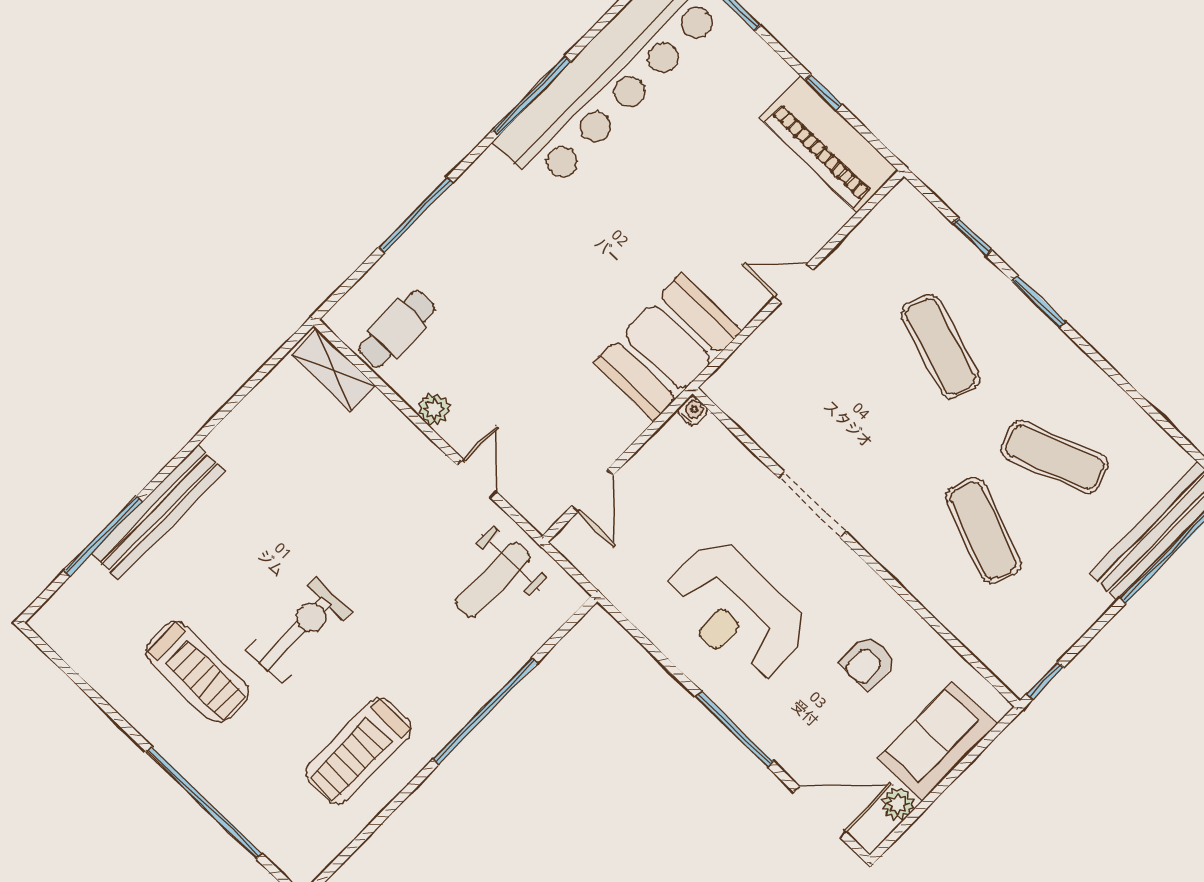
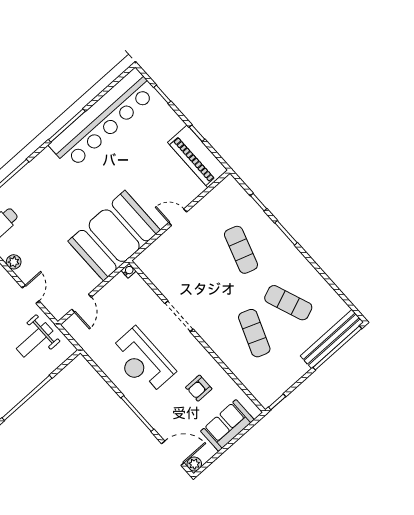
booth: (668, 347) -> (114, 236), width x1.36, depth x1.42
plant: (898, 804) -> (194, 464), moved

